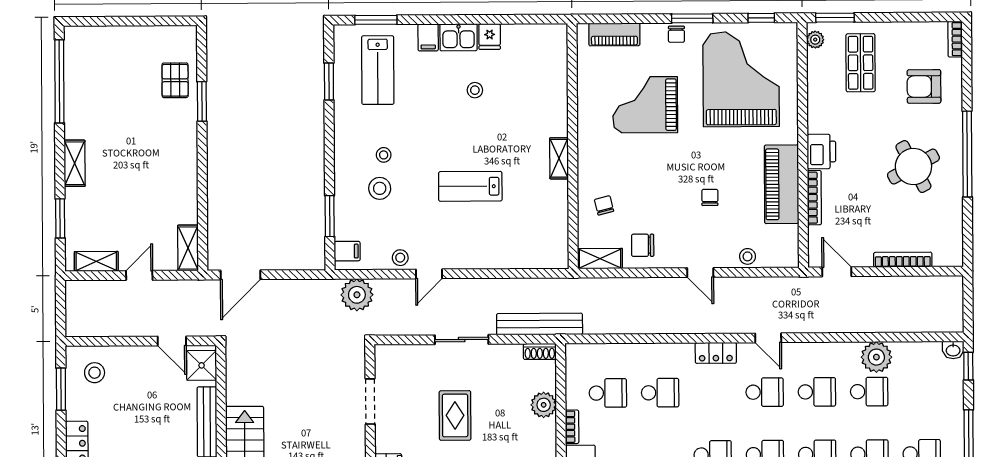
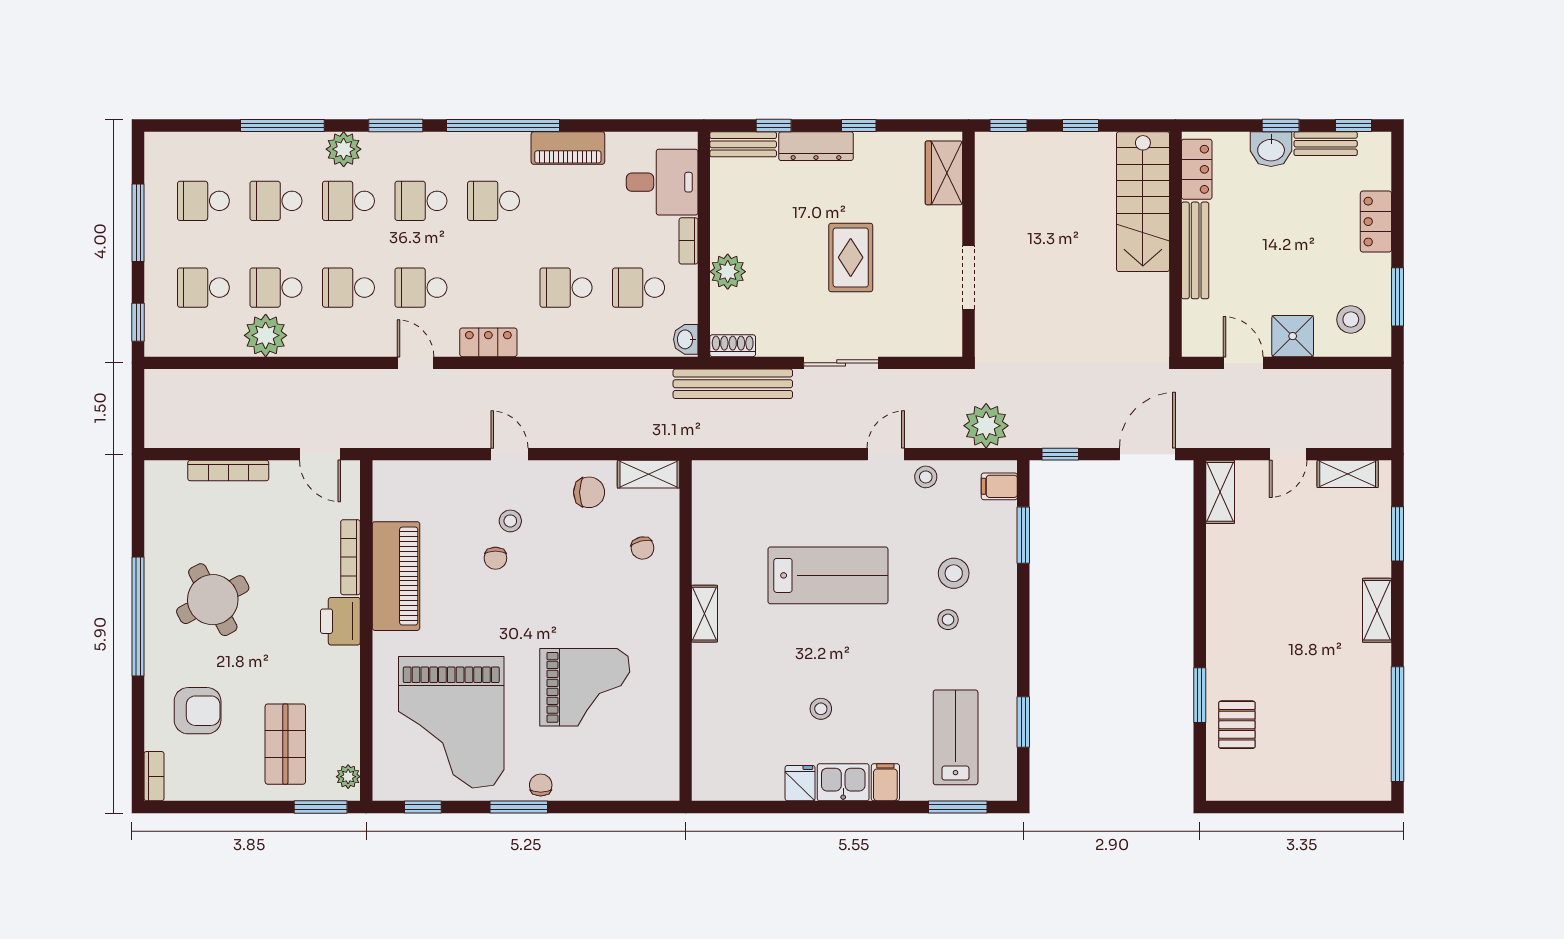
piano: (614, 34) -> (627, 785), removed
lab bench: (470, 186) -> (828, 575), width x1.36, depth x1.39
stool: (748, 256) -> (510, 521), moved
window: (303, 275) -> (1060, 454), added
washbasin: (953, 350) -> (686, 339), moved, turned -90
shower: (202, 365) -> (1293, 336), moved
school desk: (921, 391) -> (203, 288), added

